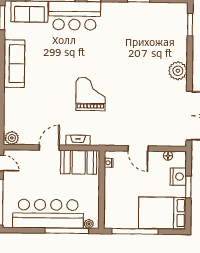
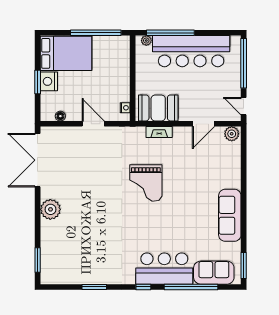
door: (49, 148) -> (203, 124), moved
nightstand: (178, 177) -> (49, 81), moved

